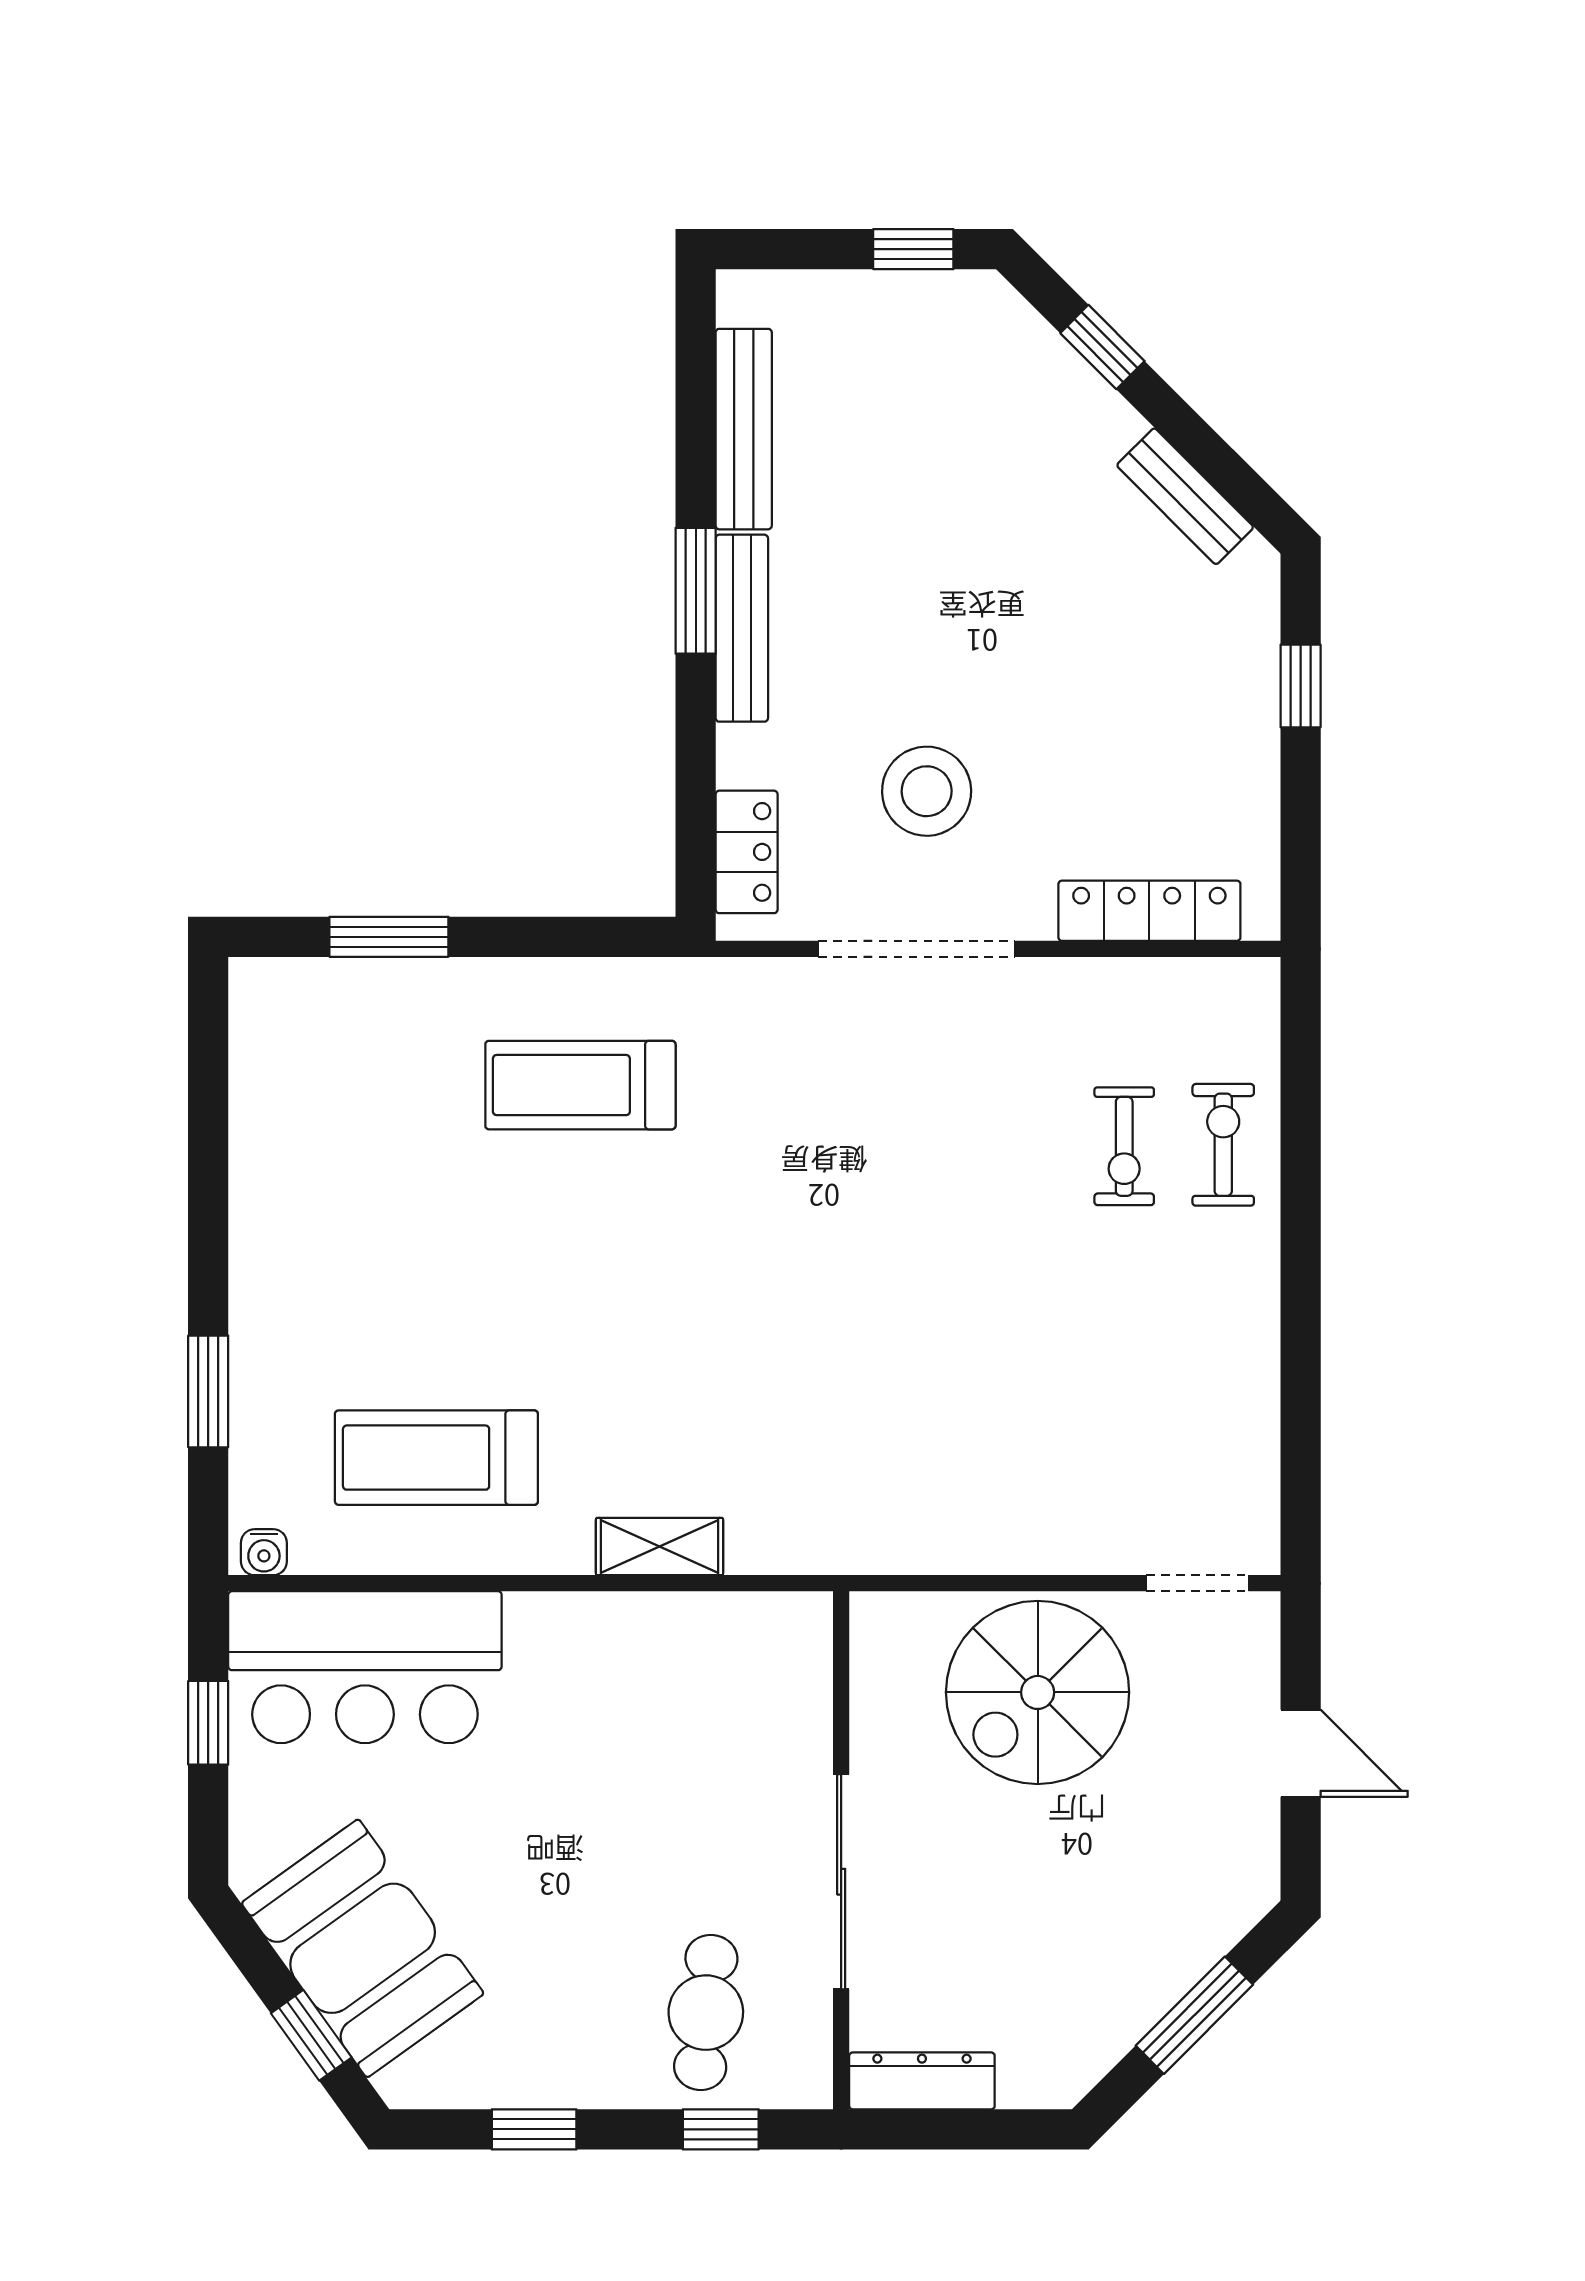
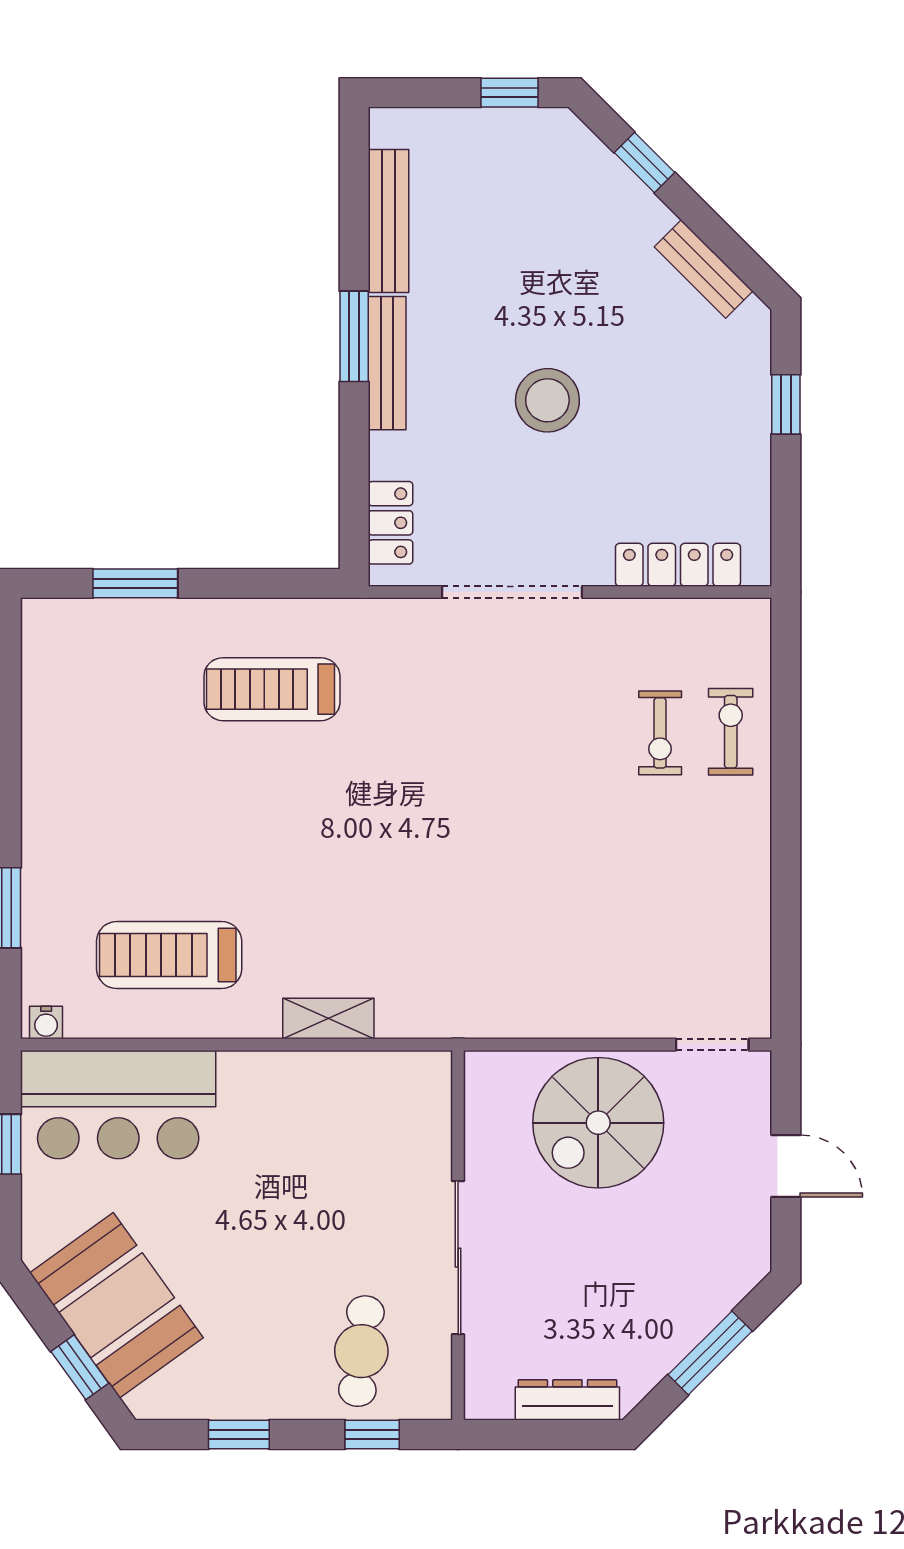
stool: (927, 791) -> (547, 400), moved
dresser: (922, 2081) -> (567, 1400), moved

